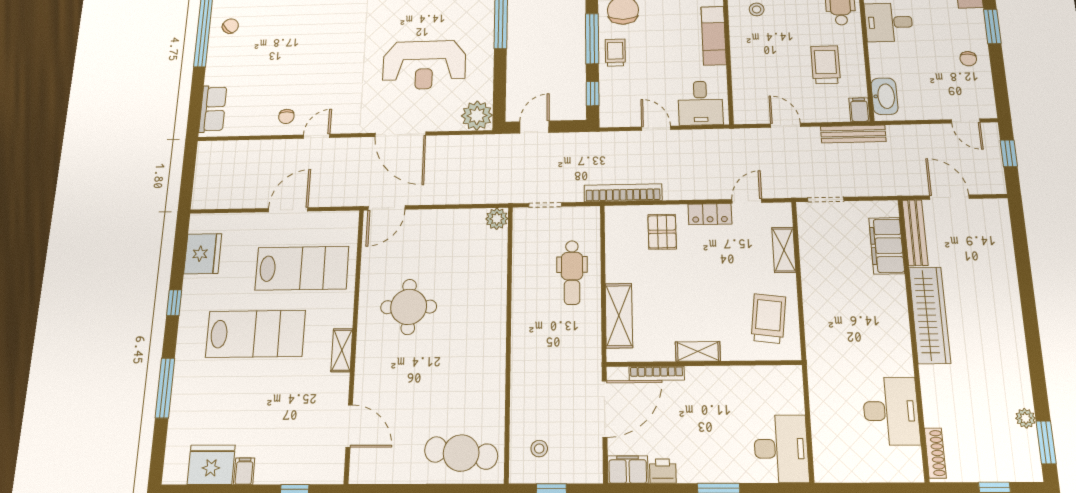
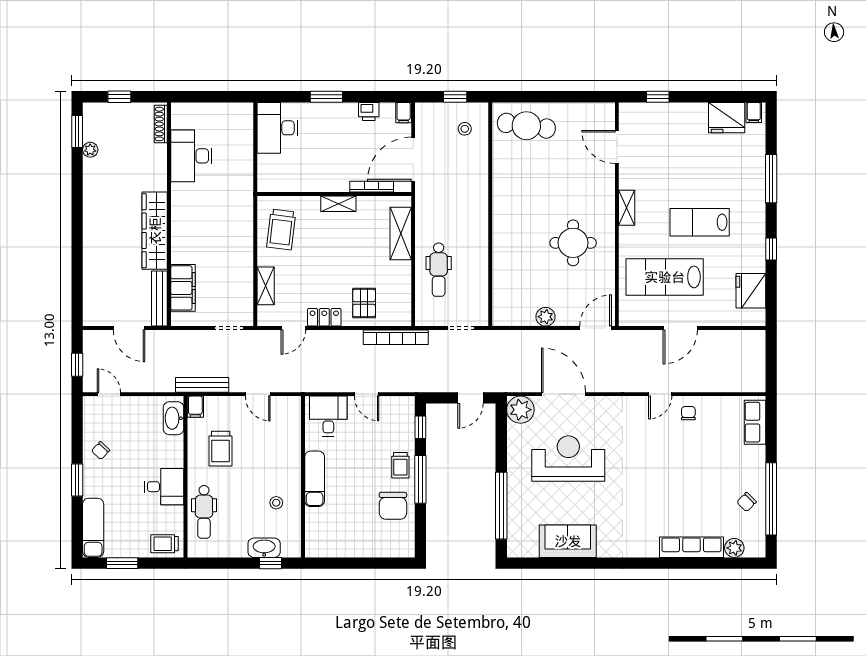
chair: (968, 59) -> (101, 451), turned -142
door: (400, 134) -> (564, 394), moved
plant: (497, 219) -> (546, 317), moved
dental chair: (572, 273) -> (439, 270), turned 180
lab bench: (255, 334) -> (700, 222), width x0.73, depth x0.72
filing cabinet: (628, 470) -> (404, 113), width x0.50
filing cabinet: (244, 471) -> (754, 112), moved

